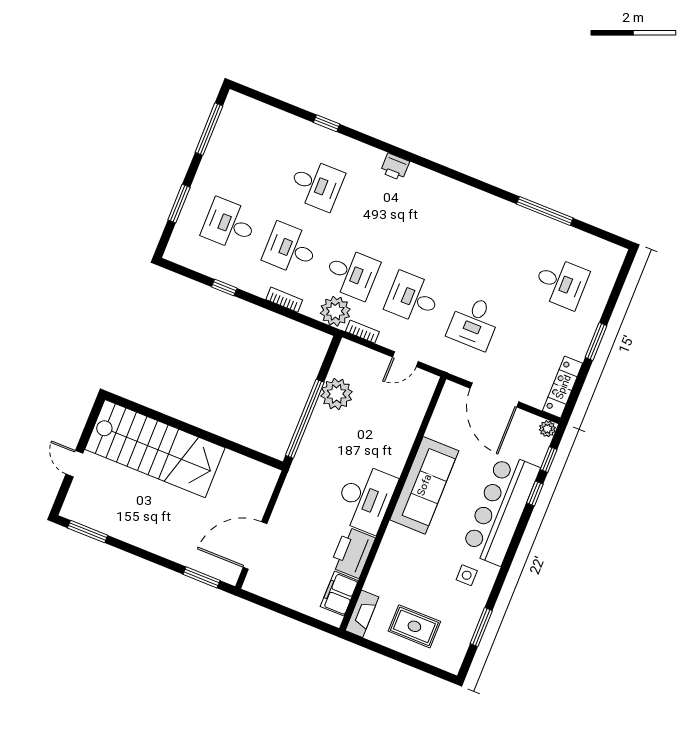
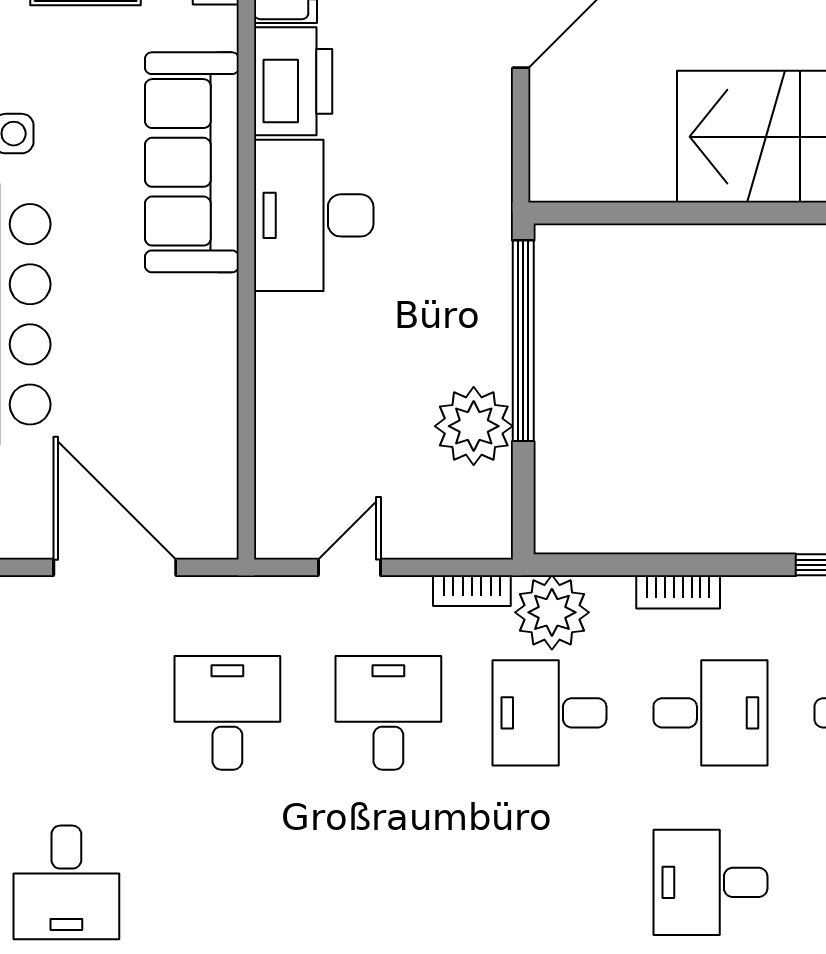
desk: (561, 283) -> (66, 882), turned -90
desk: (413, 298) -> (388, 713), turned -90
sofa: (424, 485) -> (192, 162), moved

